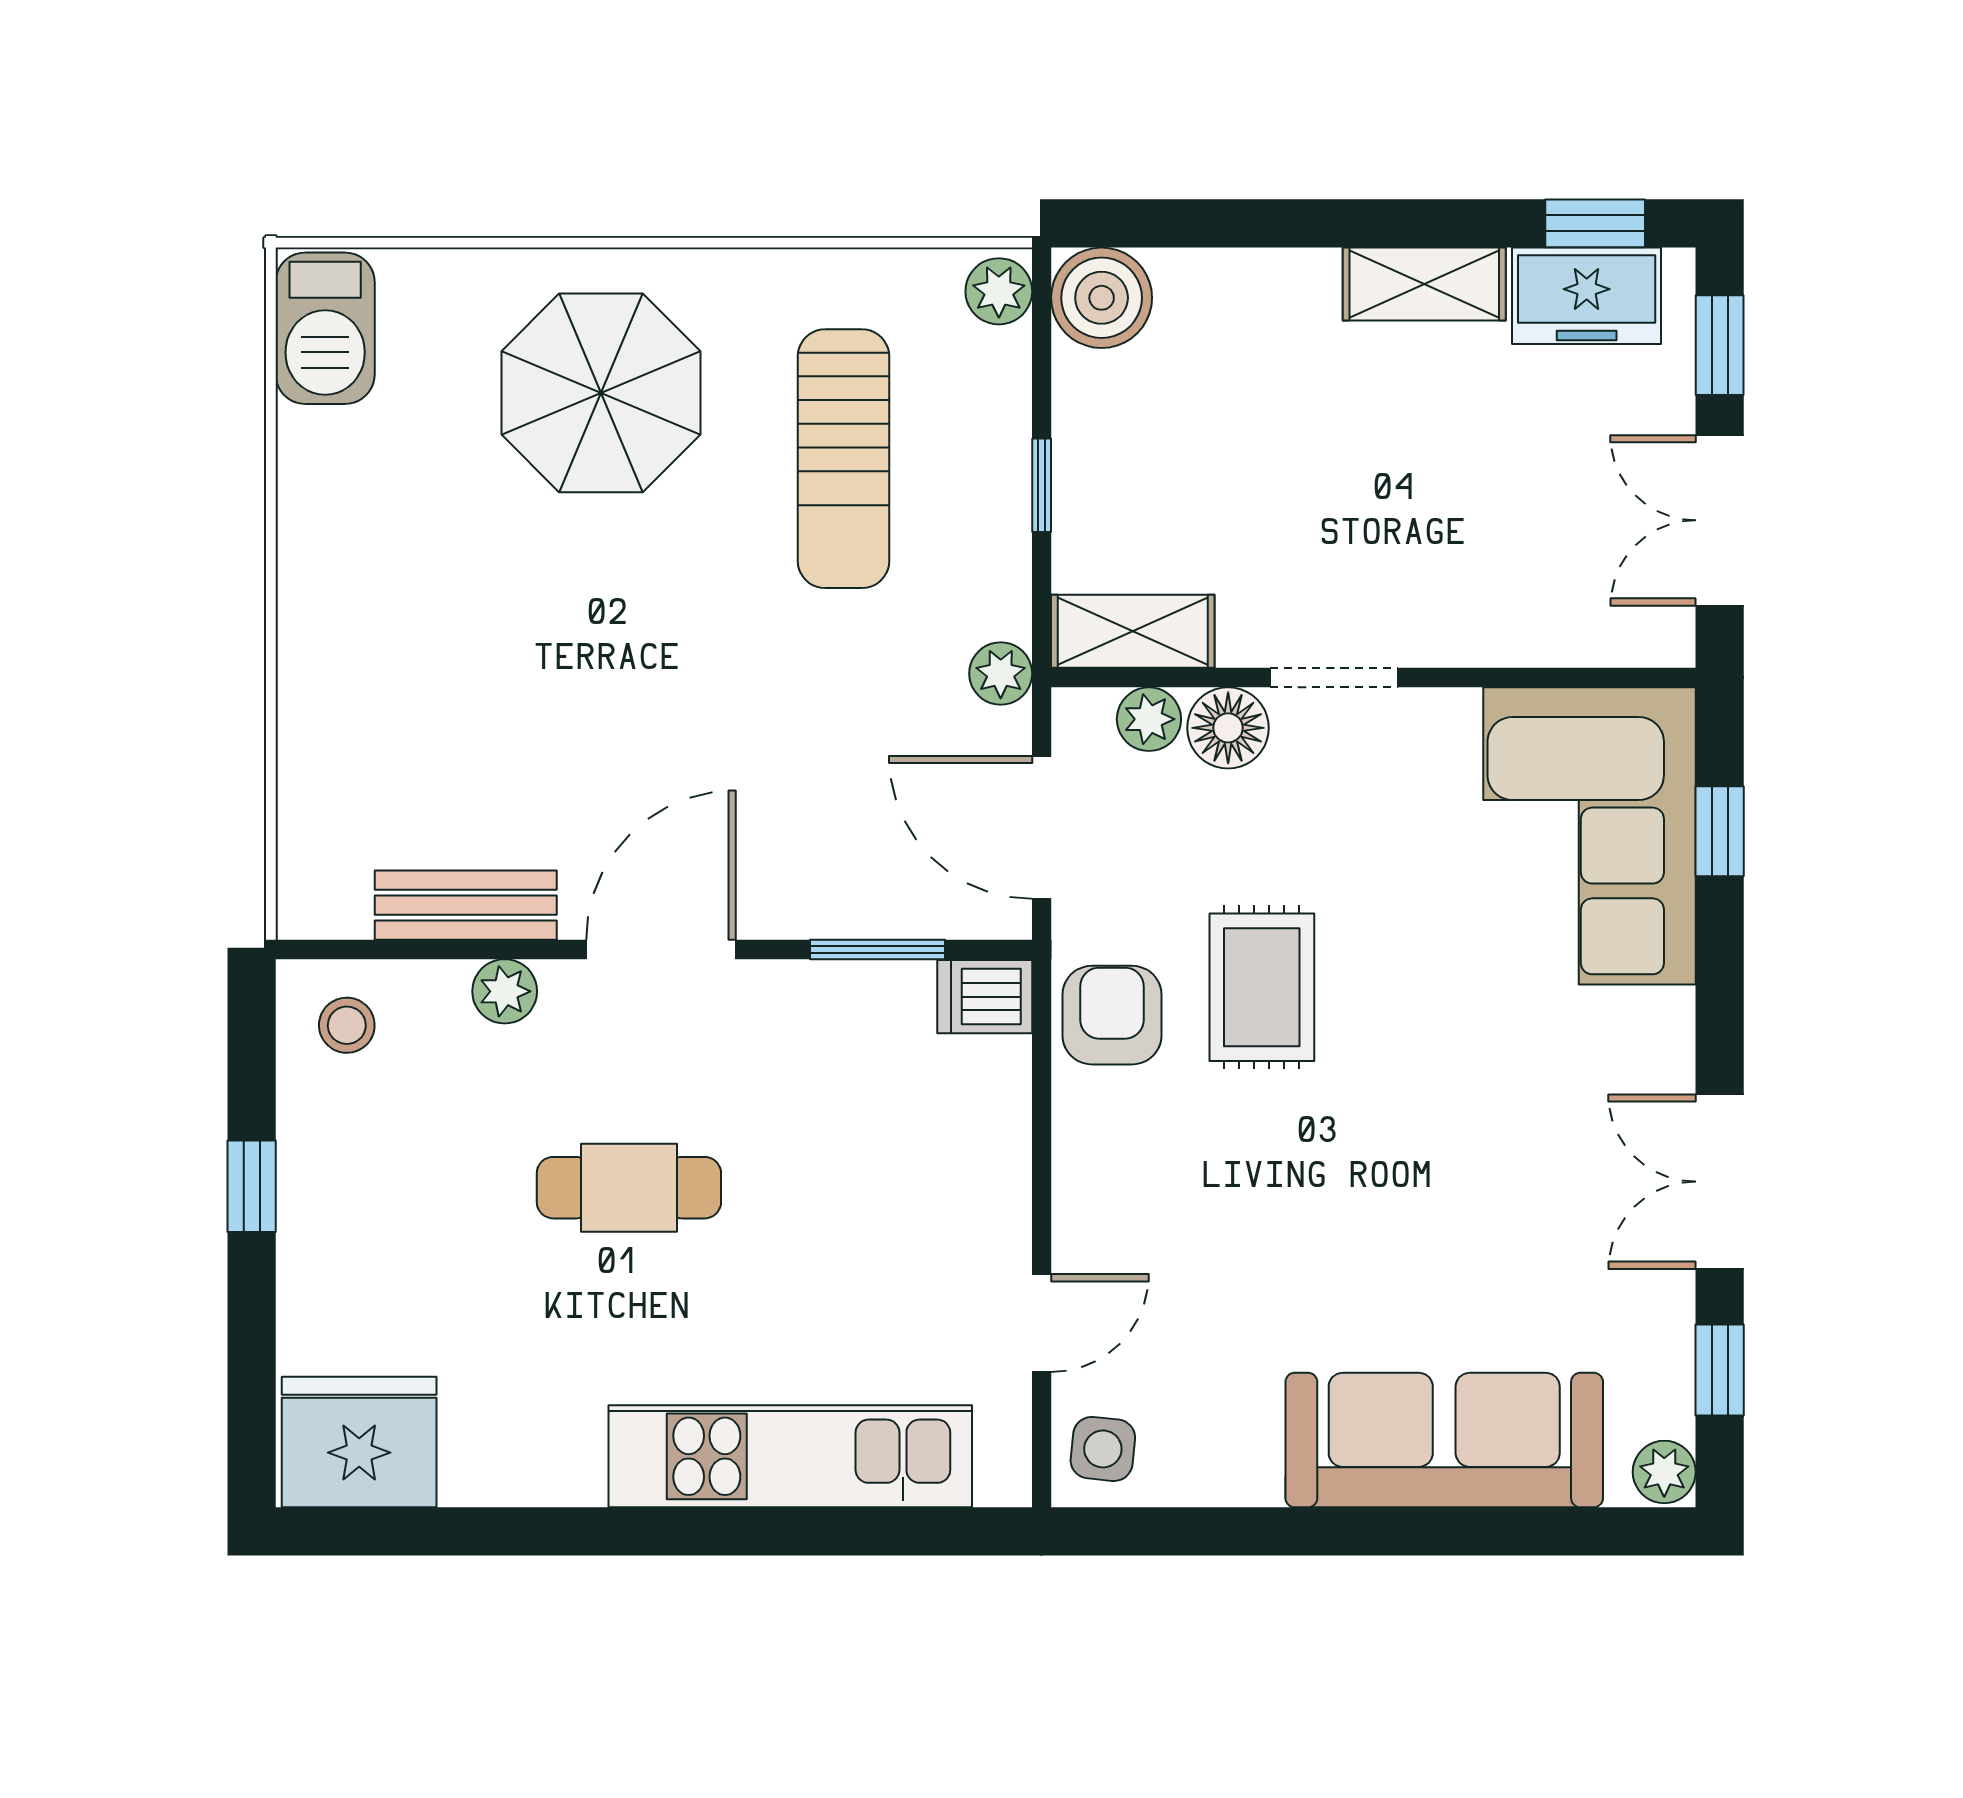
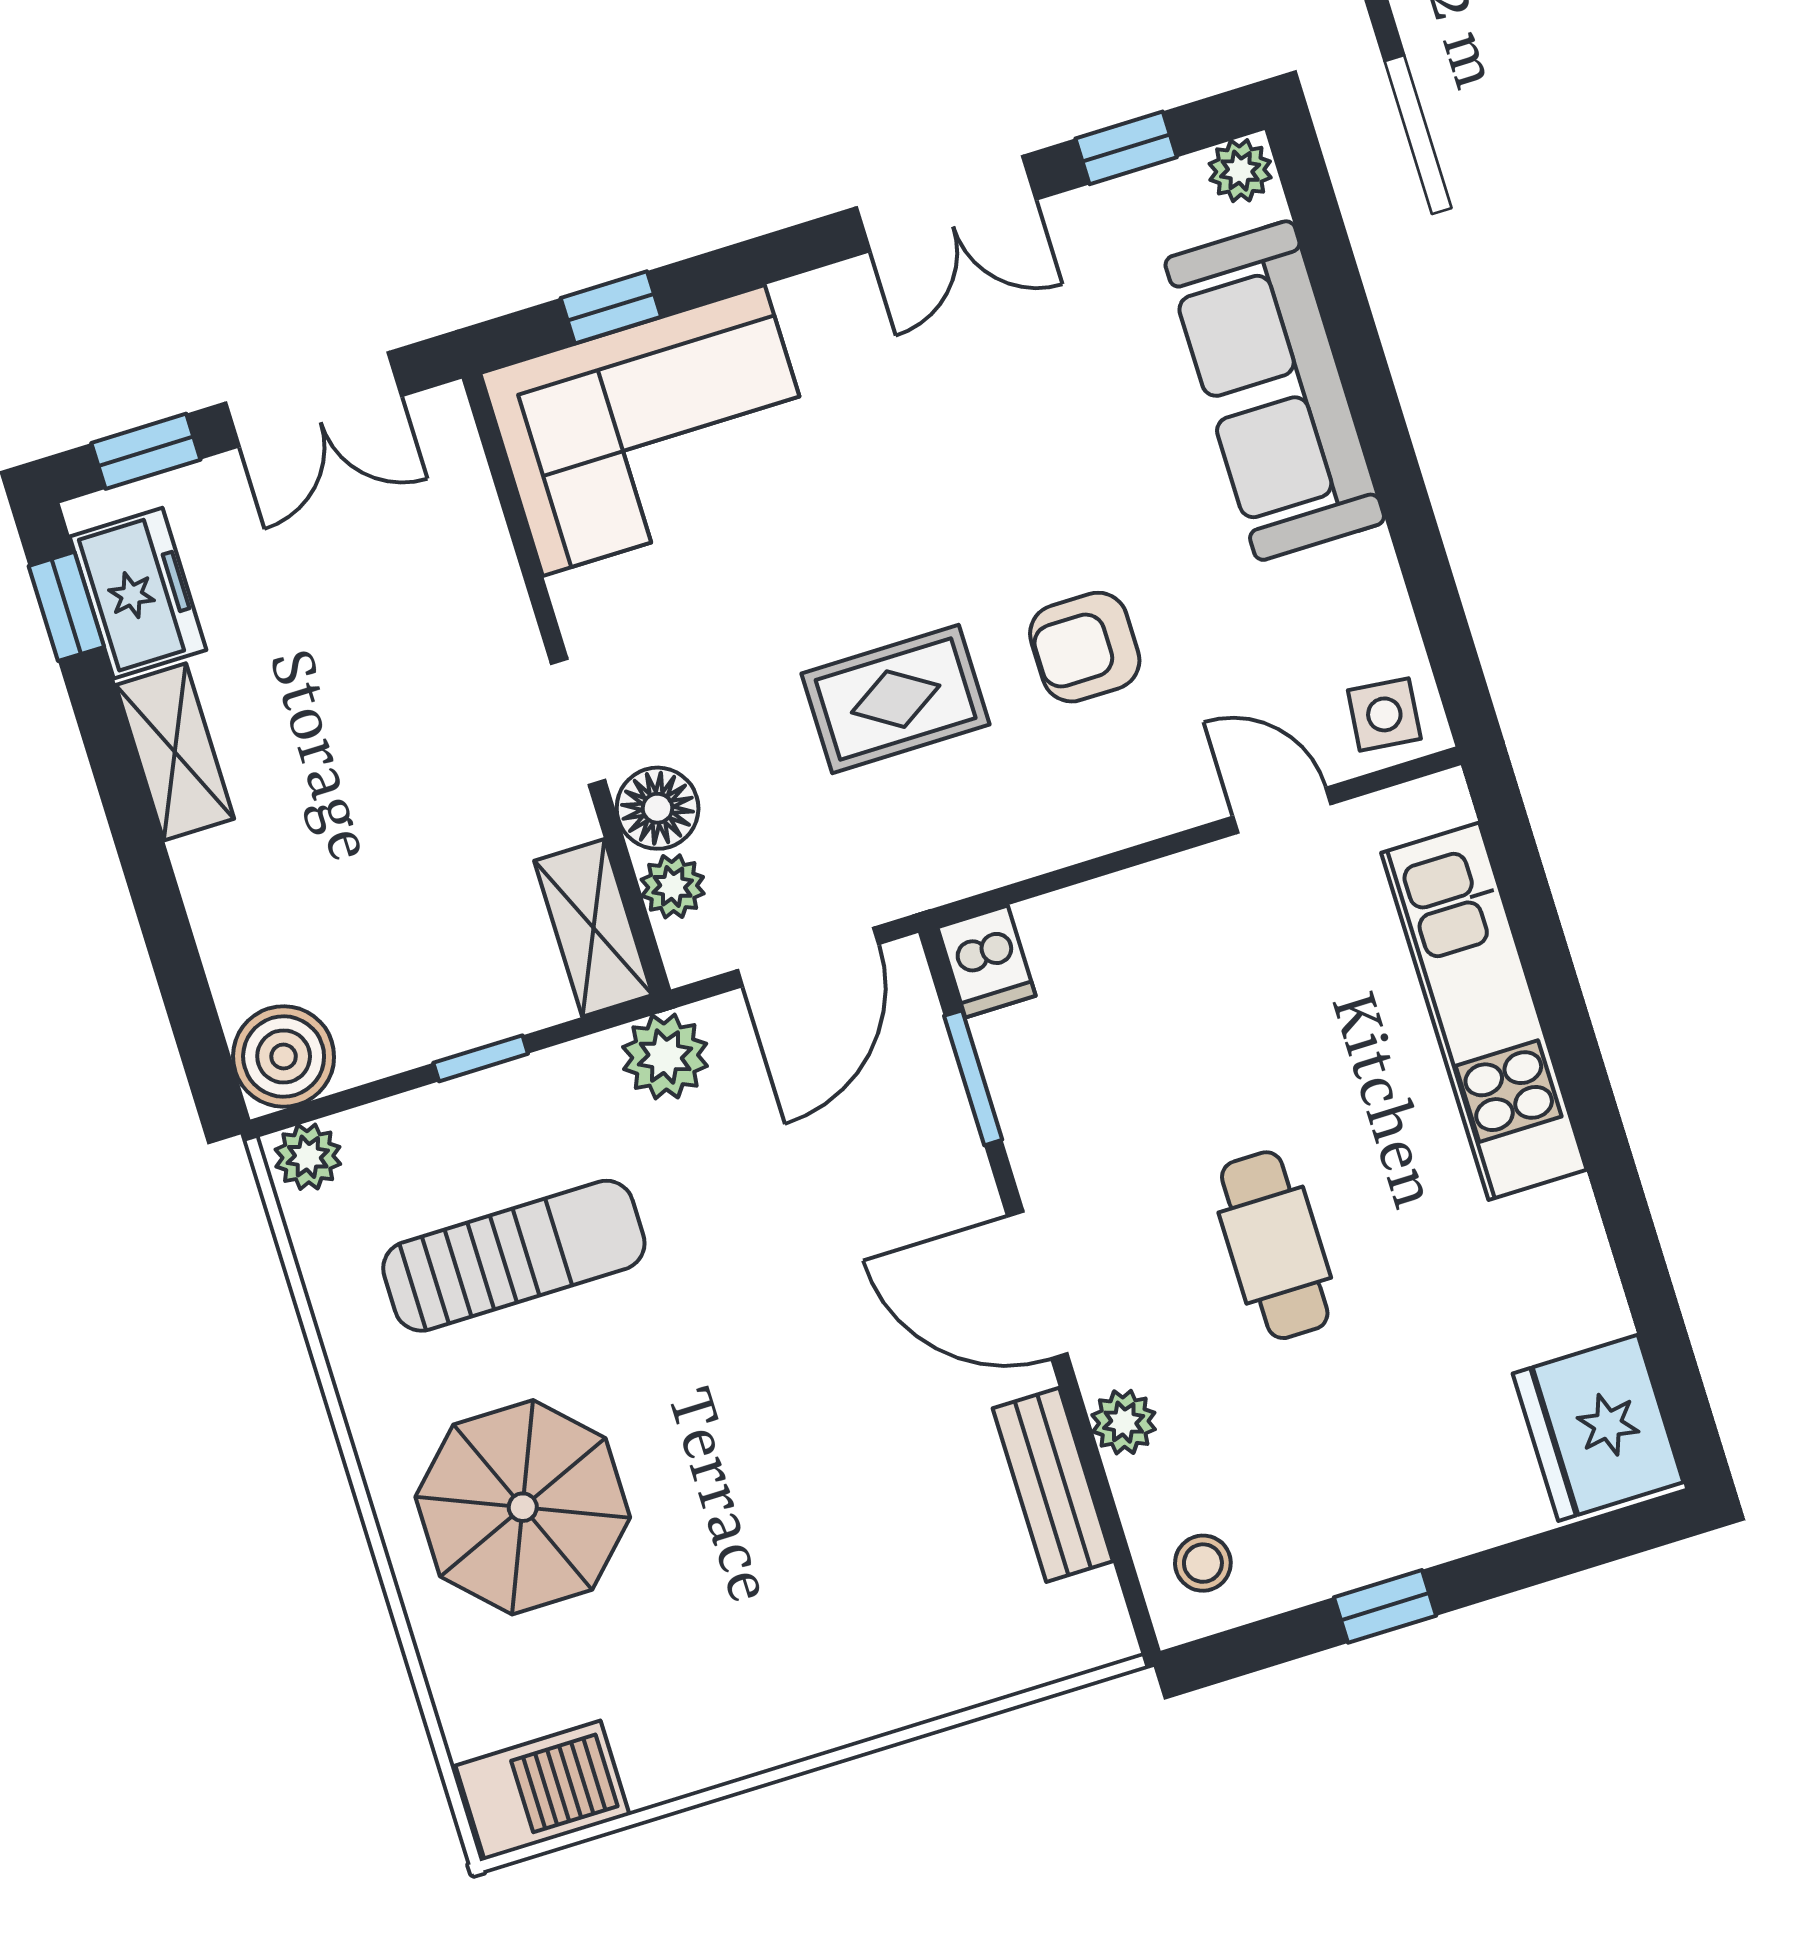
plant: (1001, 674) -> (665, 1056), width x1.38, depth x1.38
armchair: (1112, 1015) -> (1085, 647), moved

